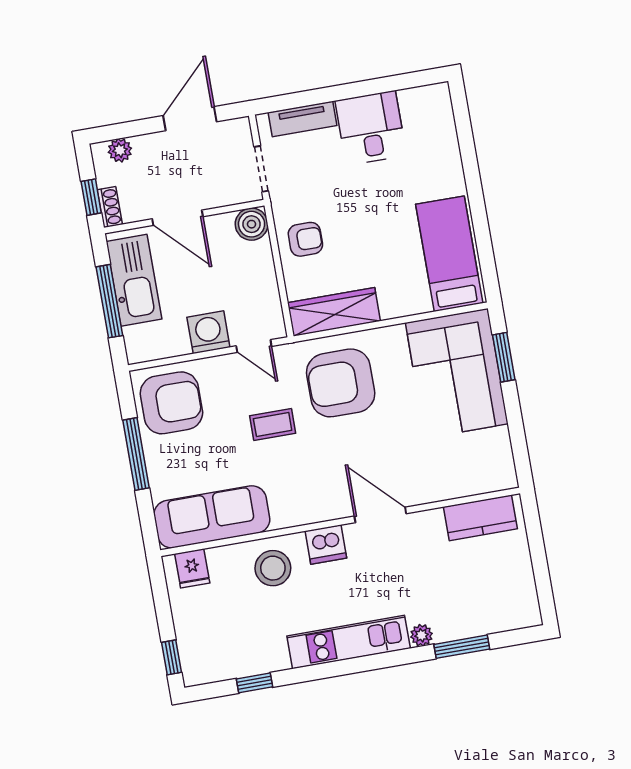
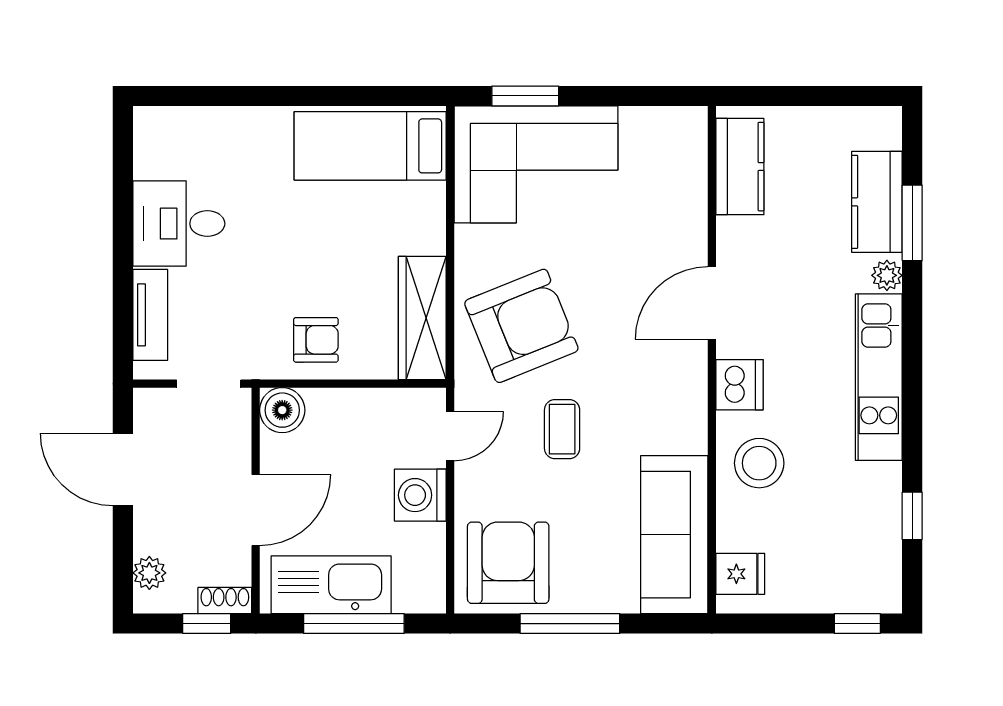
armchair: (305, 239) -> (316, 340), turned 90
armchair: (341, 383) -> (521, 326), turned -112
kitchen counter: (472, 619) -> (877, 202), added

